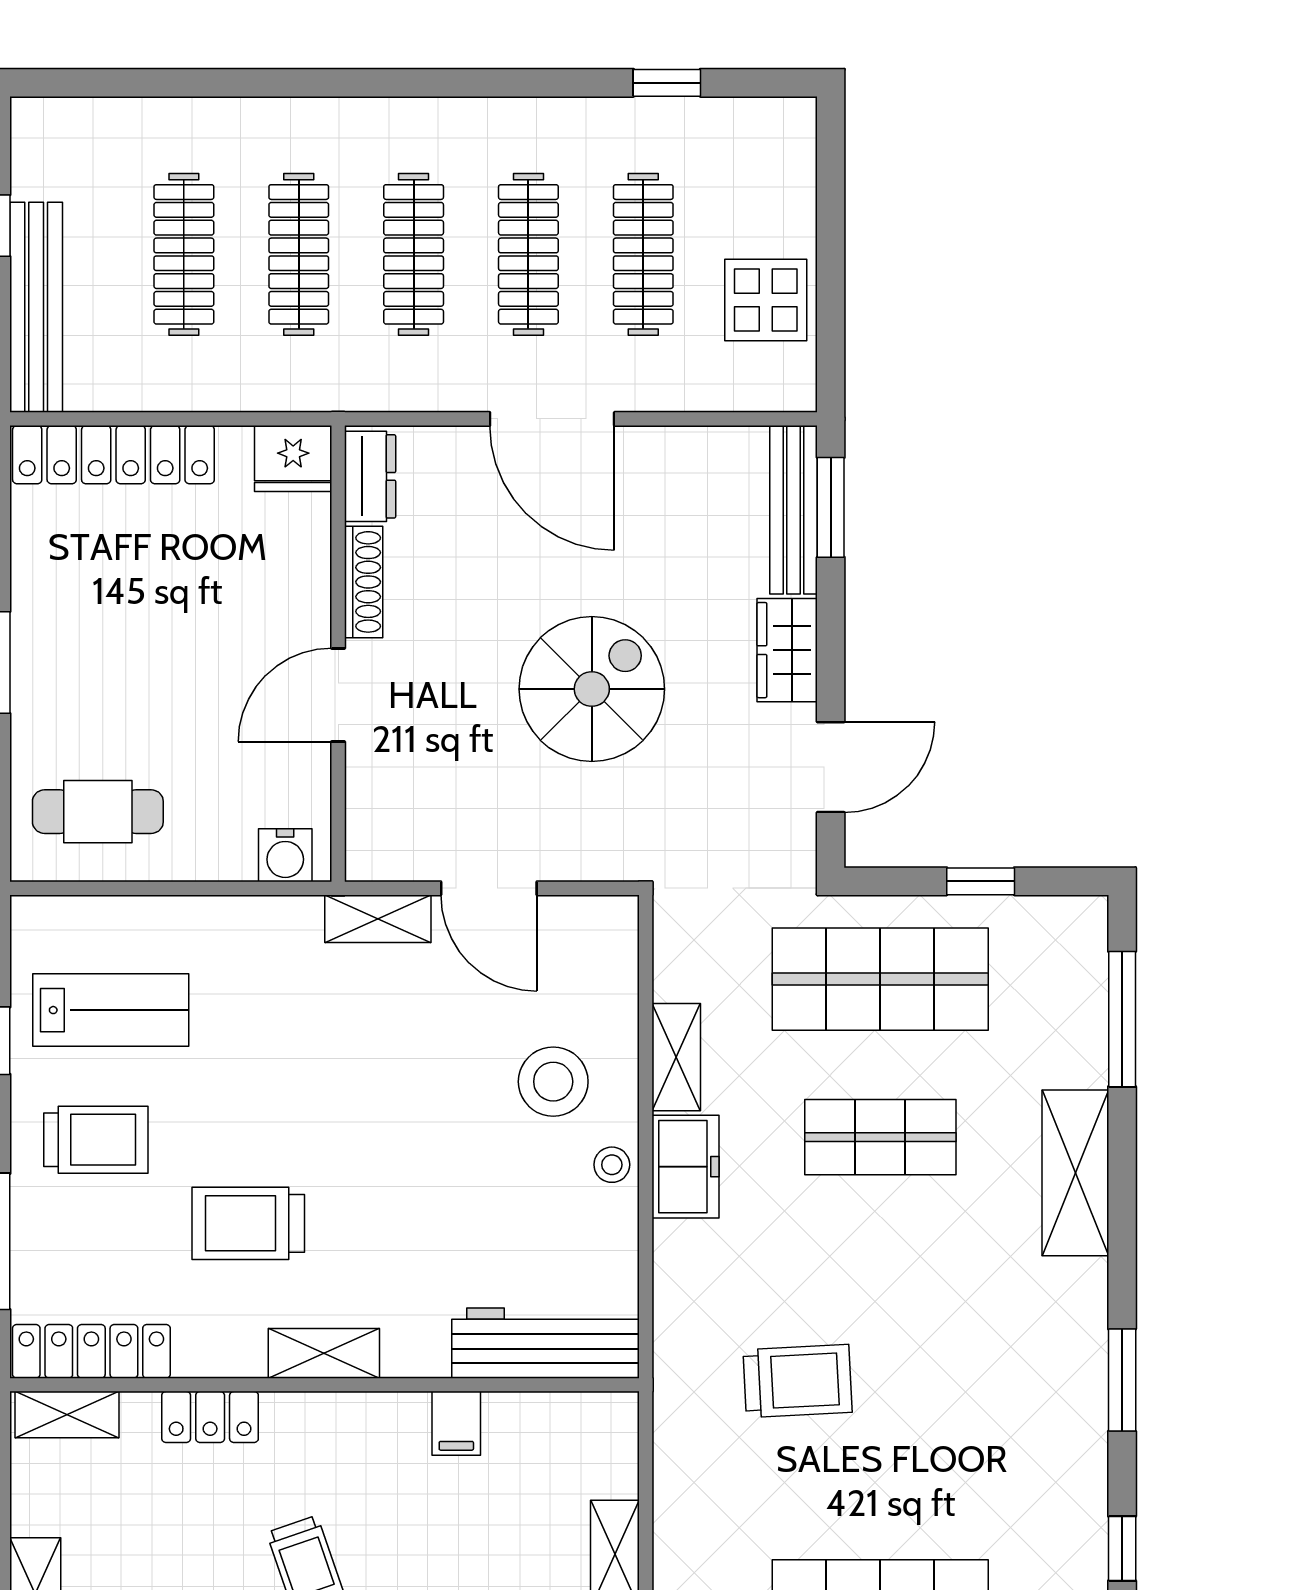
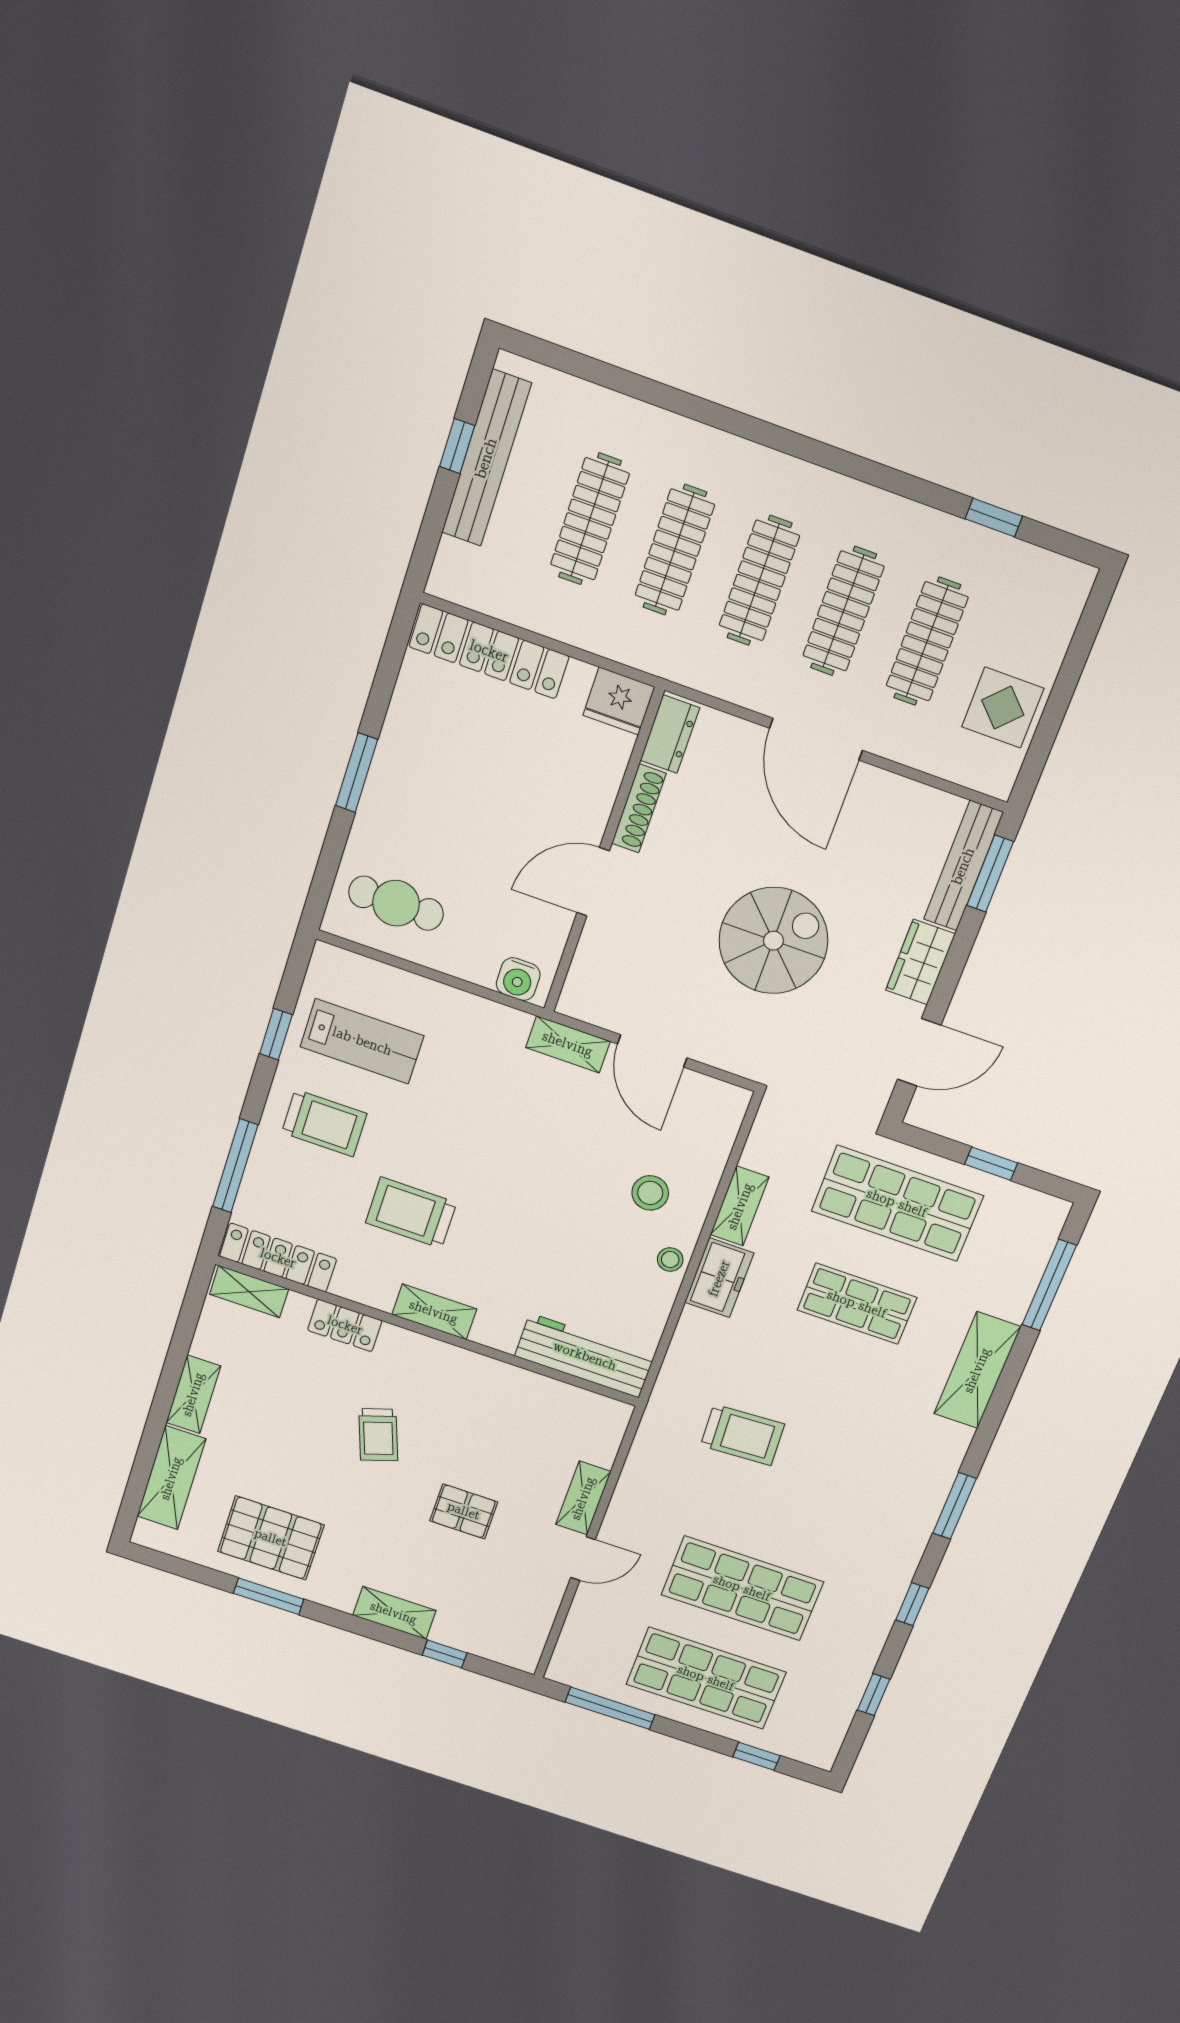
bench: (36, 307) -> (486, 458), moved
stool: (553, 1082) -> (650, 1193), width x0.73, depth x0.73
filing cabinet: (456, 1423) -> (508, 1385), removed

